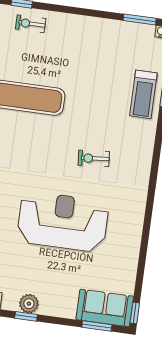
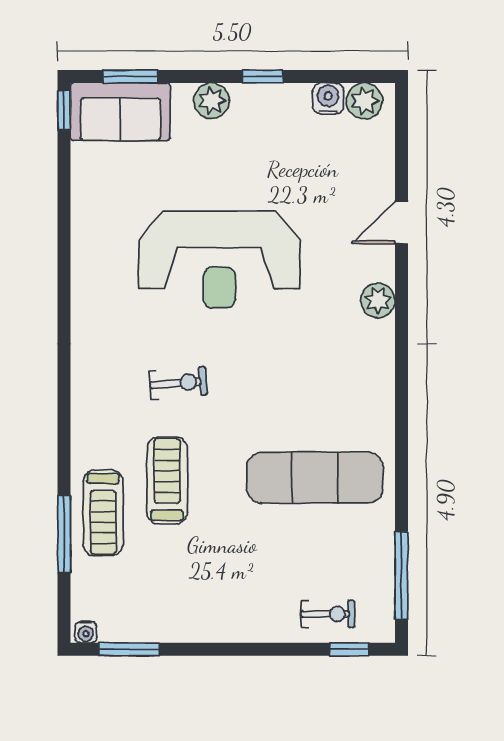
treadmill: (143, 94) -> (103, 513), turned 180
treadmill: (107, 107) -> (167, 480), added
plant: (29, 304) -> (212, 101), moved

